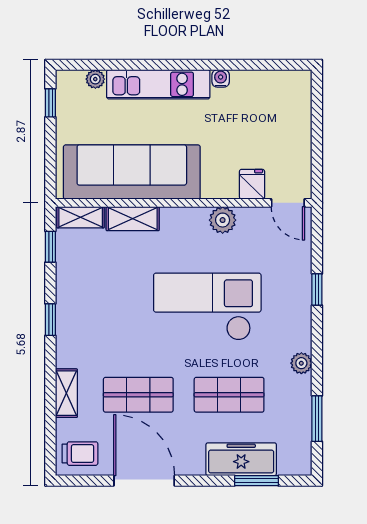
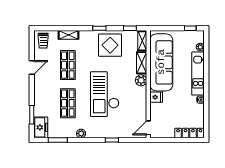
locker: (300, 105) -> (189, 133), added
fridge: (252, 184) -> (156, 97), moved
plant: (223, 220) -> (141, 80), moved
display table: (91, 294) -> (110, 45), added
checkout: (207, 307) -> (105, 94), turned 180
freezer: (241, 459) -> (41, 127), moved, width x0.71
door: (144, 481) -> (32, 68), width x0.53

